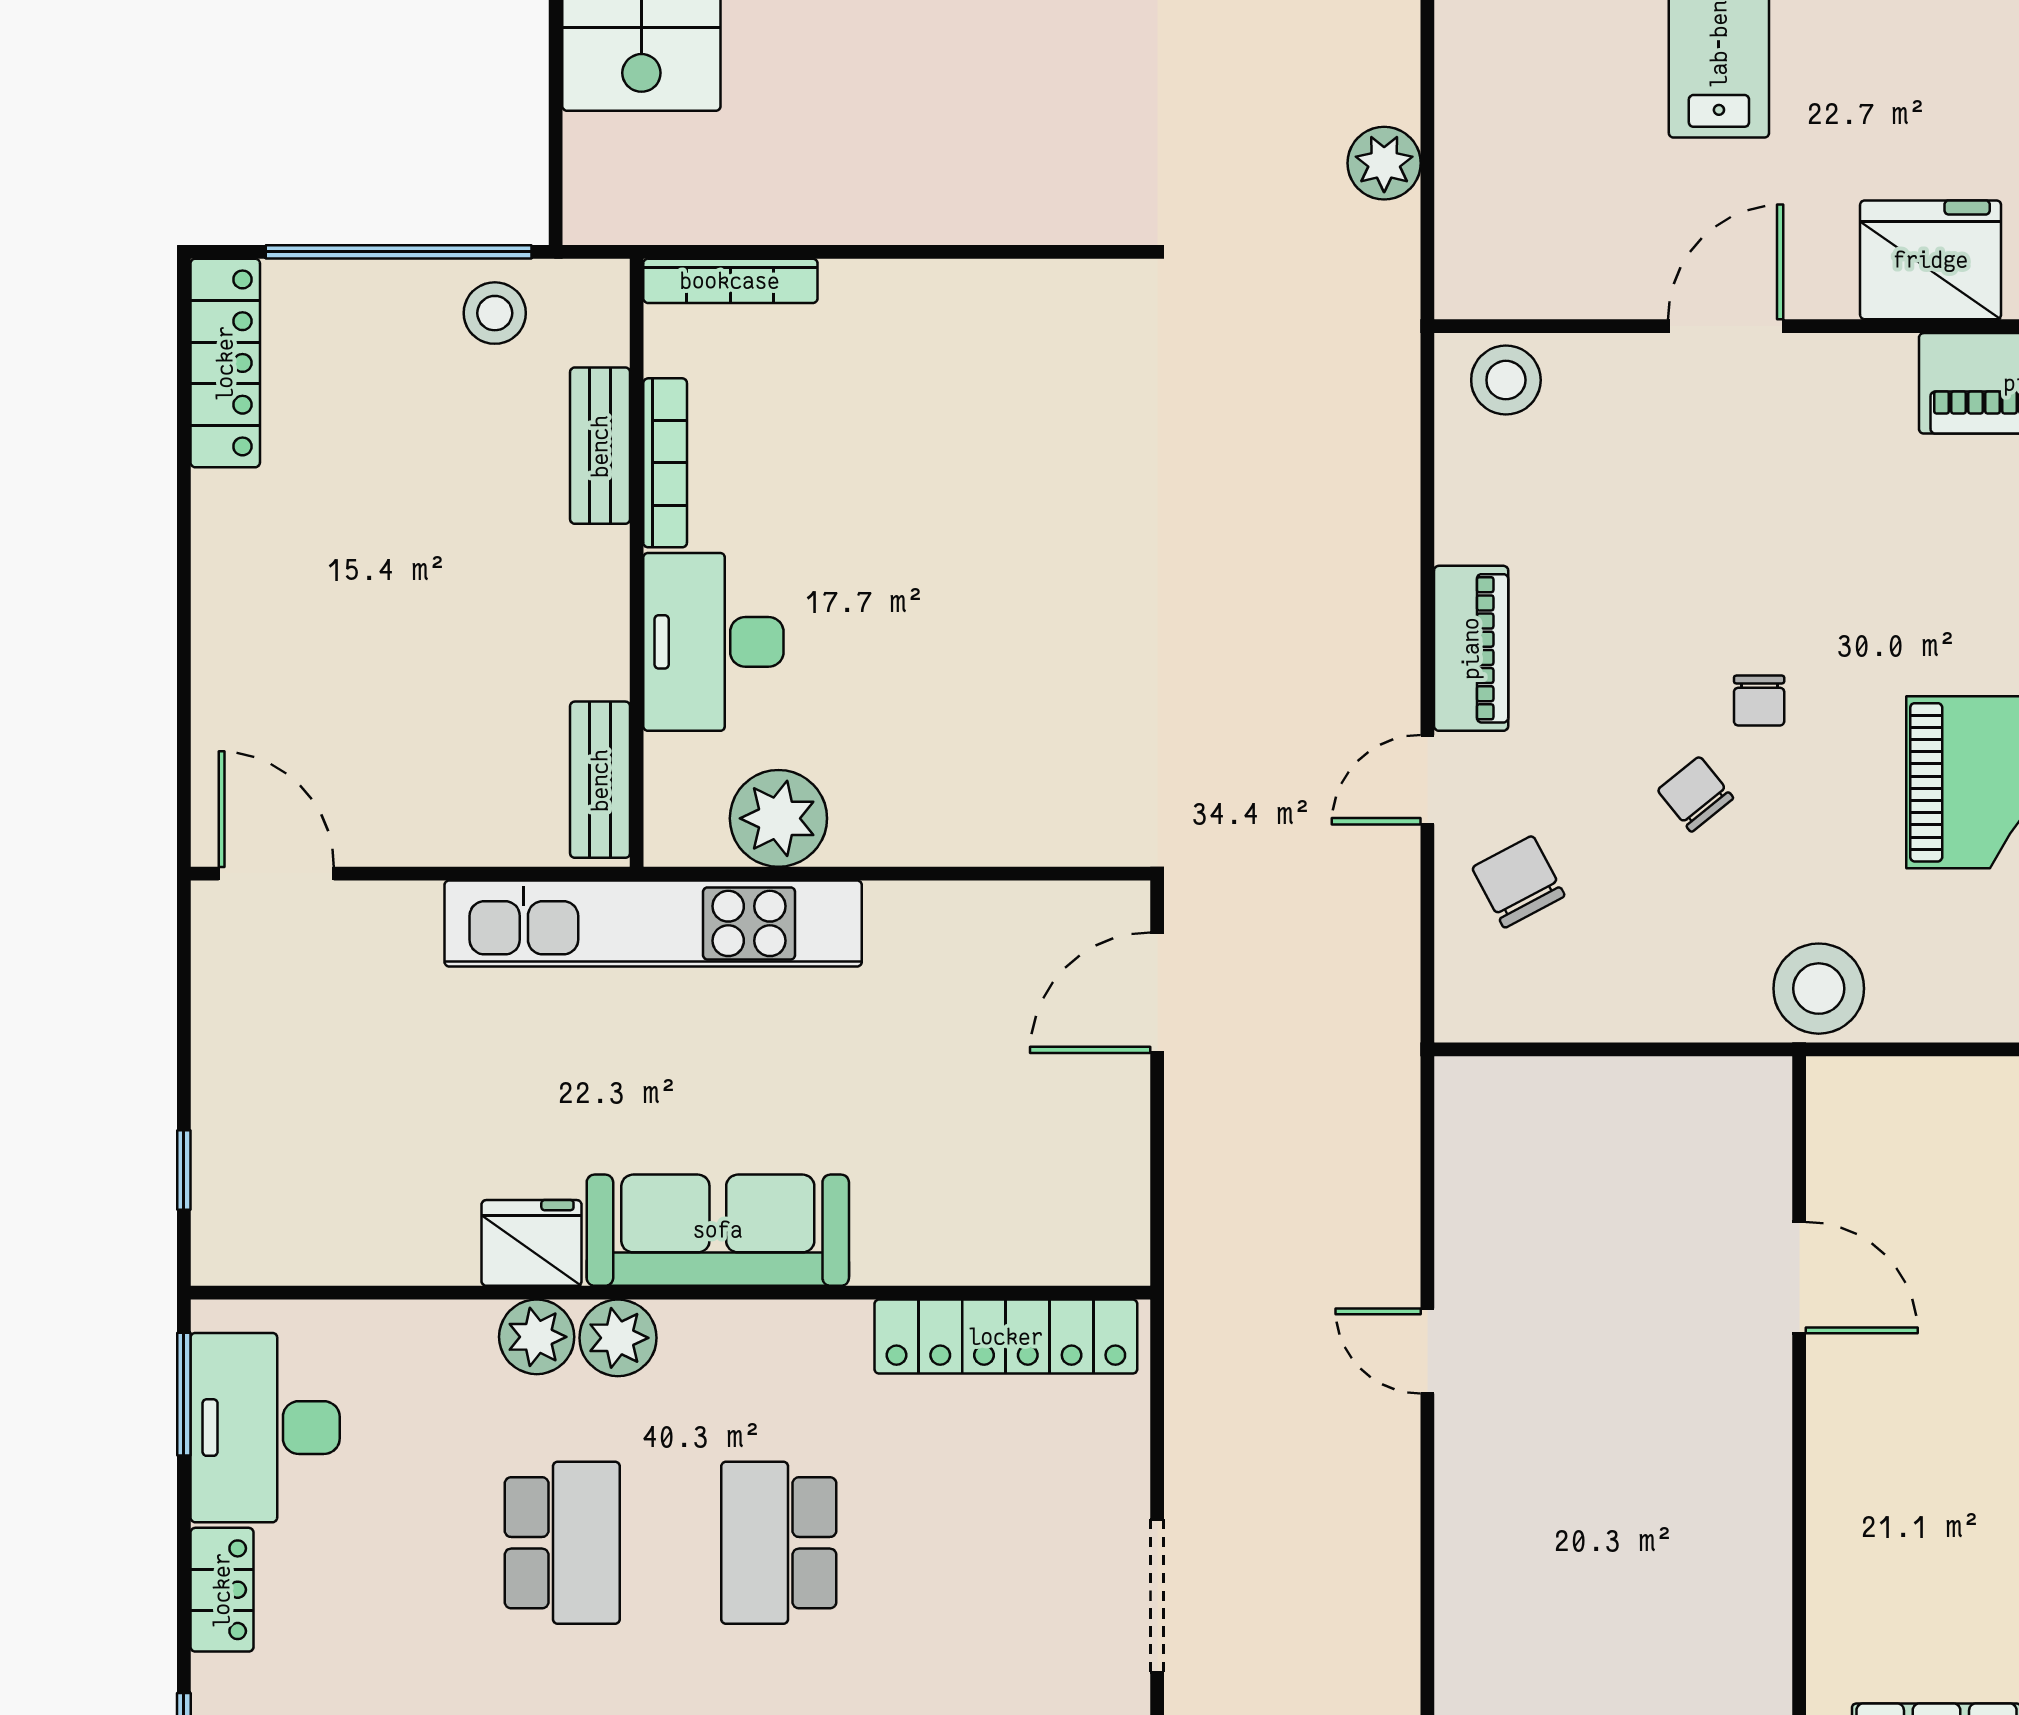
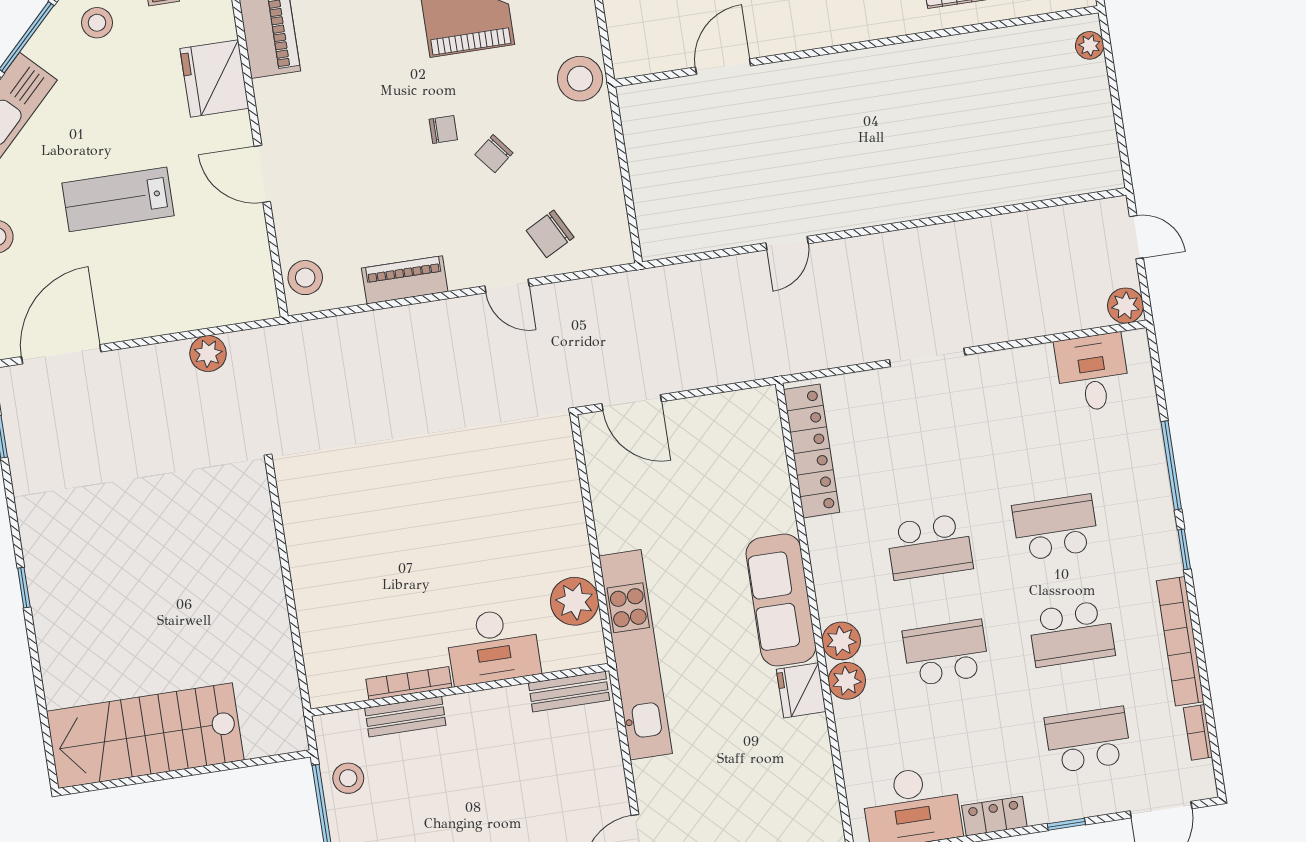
bookcase: (730, 281) -> (315, 665), removed
piano: (1471, 648) -> (405, 280), moved

